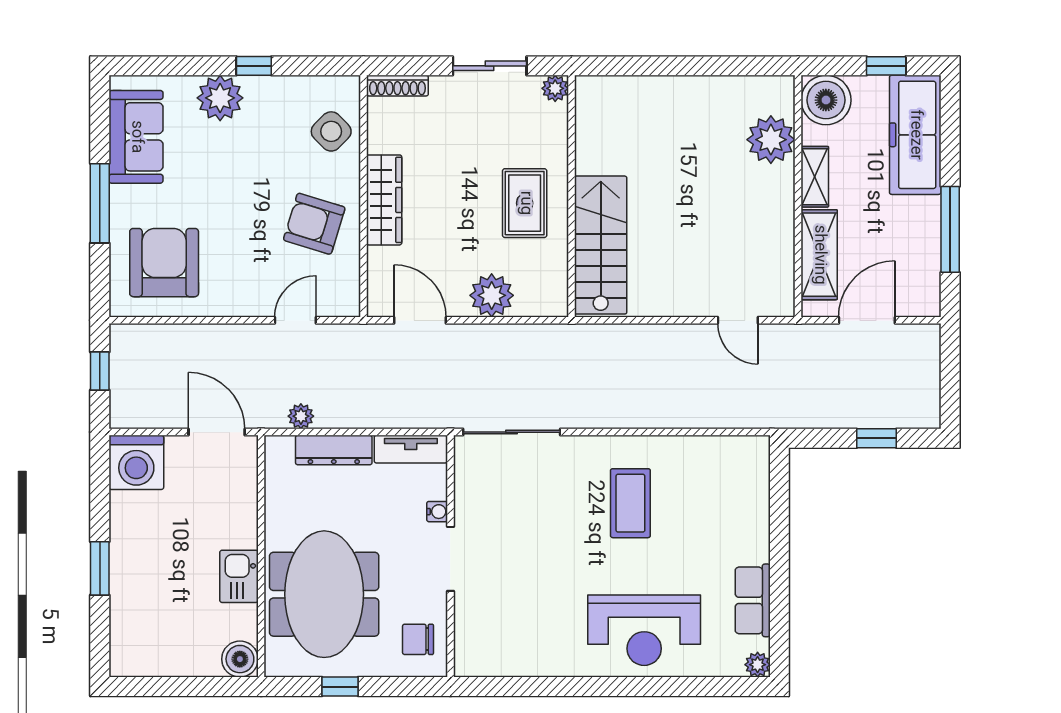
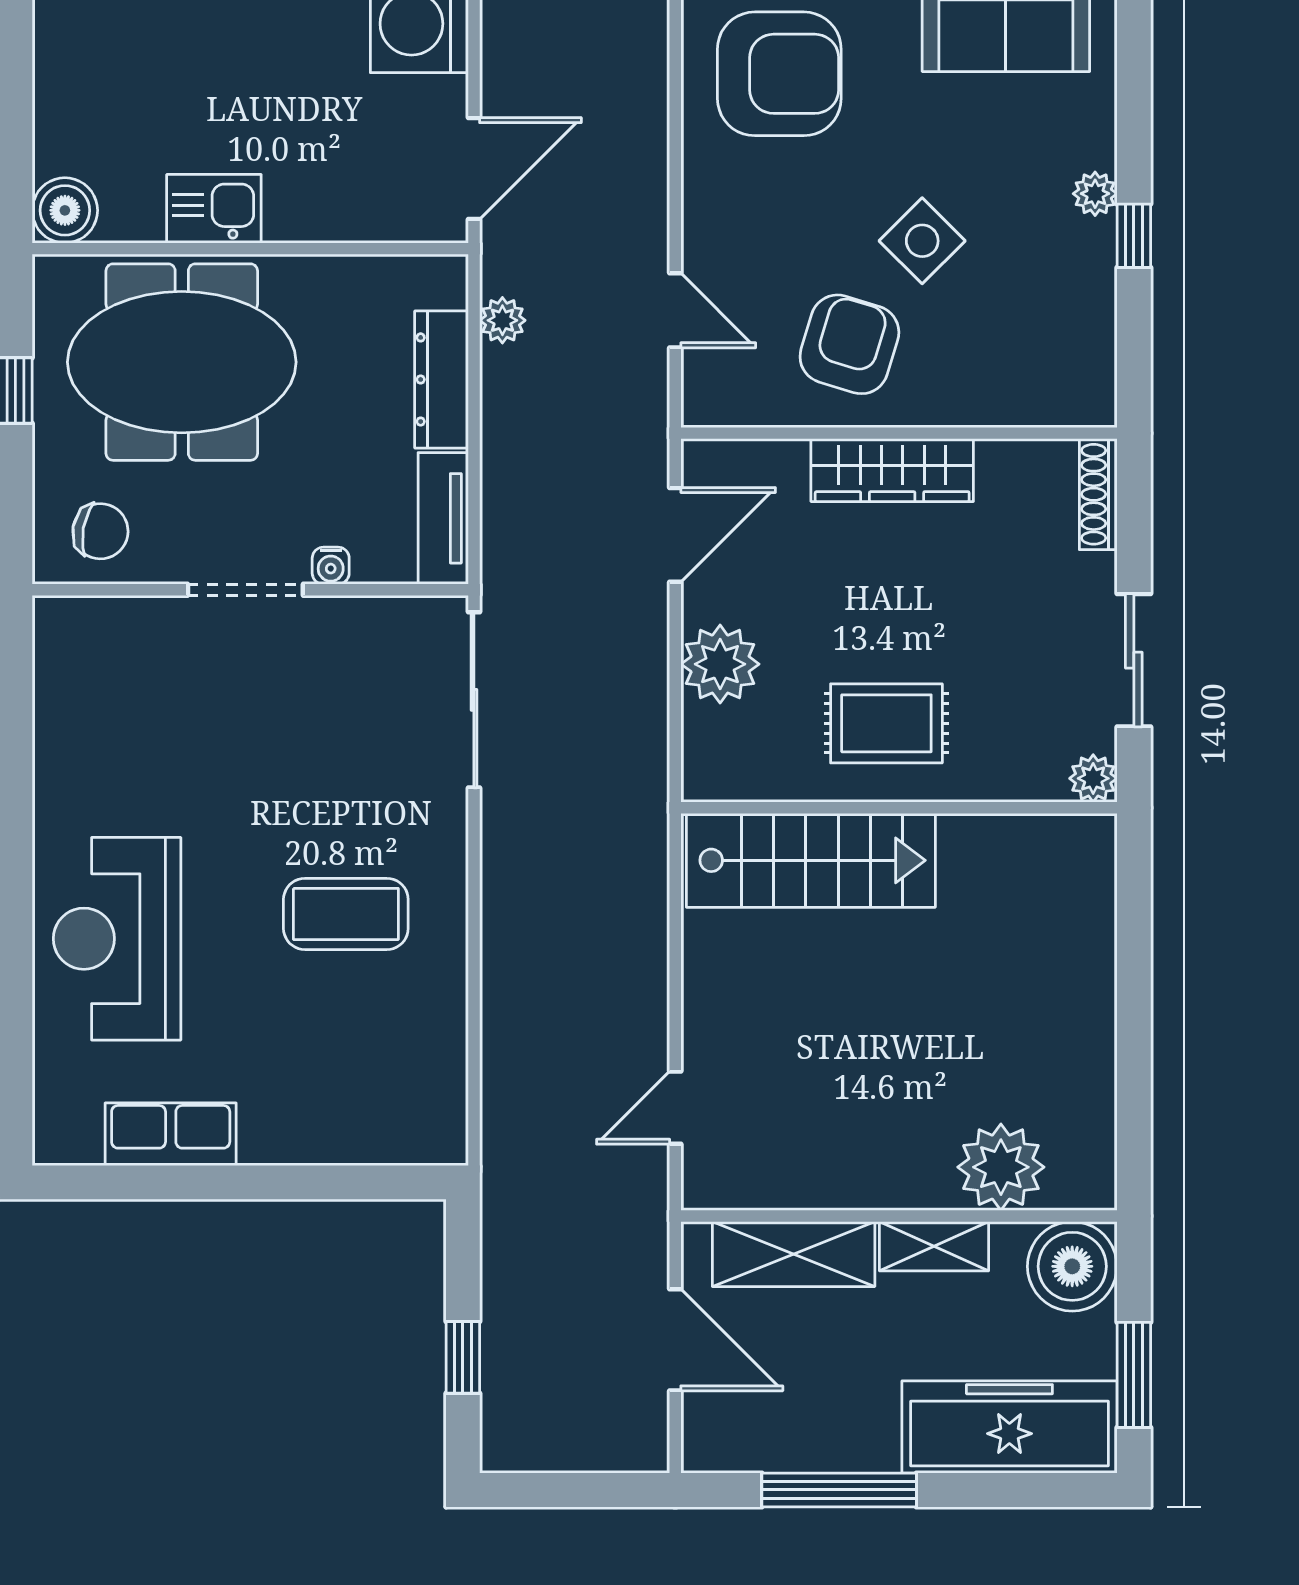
window: (886, 66) -> (1134, 1375), width x1.50
plant: (220, 98) -> (1095, 194), width x0.53, depth x0.53
side table: (331, 131) -> (922, 241), moved
chair: (418, 639) -> (100, 531), turned 100
plant: (758, 665) -> (55, 1143), removed

